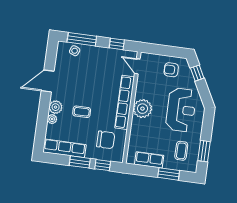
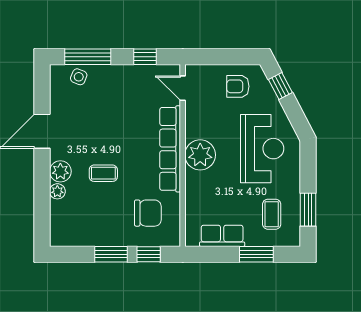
row of seats: (64, 148) -> (84, 236), removed

